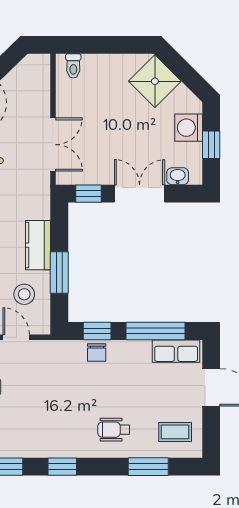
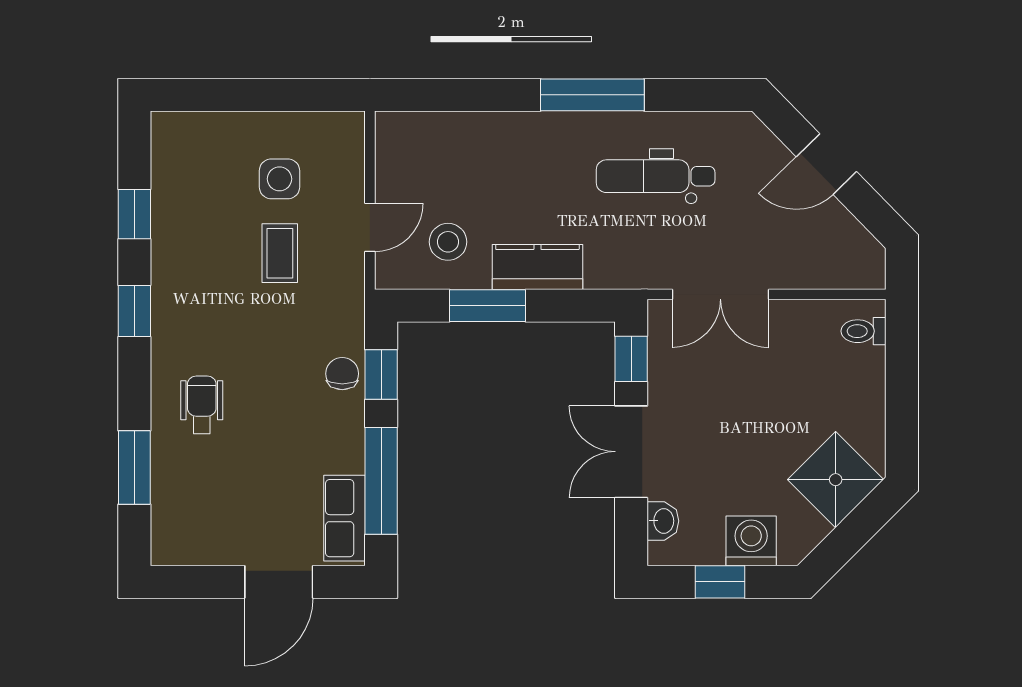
double door: (140, 194) -> (631, 452), swing flipped
chair: (97, 352) -> (342, 374), turned 90
coffee table: (175, 432) -> (280, 253), moved

